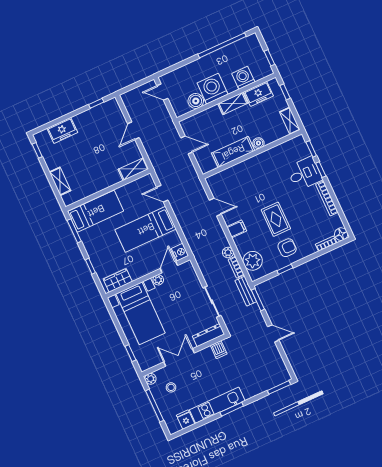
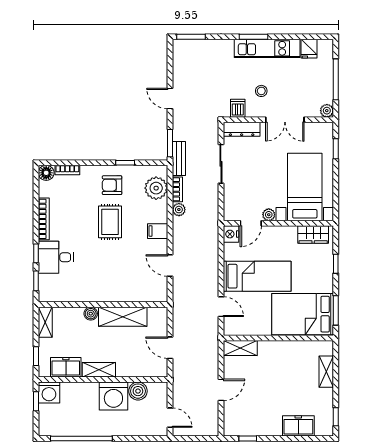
washing machine: (243, 78) -> (49, 393), moved
bed: (96, 211) -> (303, 314), width x1.50
stool: (171, 387) -> (261, 91), moved

